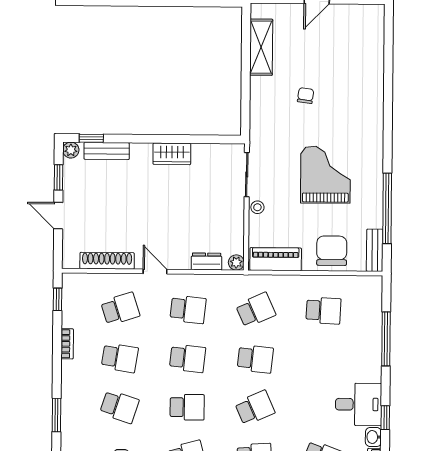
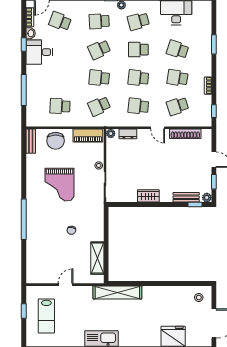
window: (387, 208) -> (24, 219), moved

